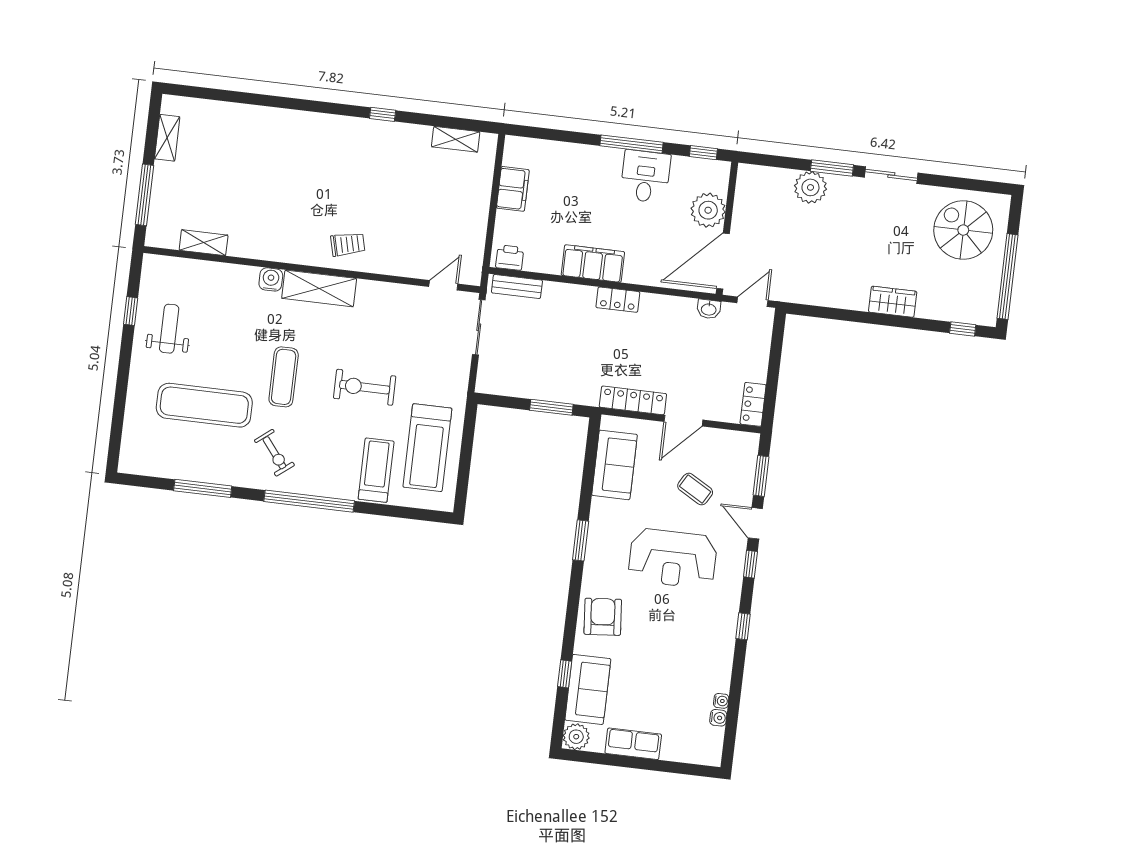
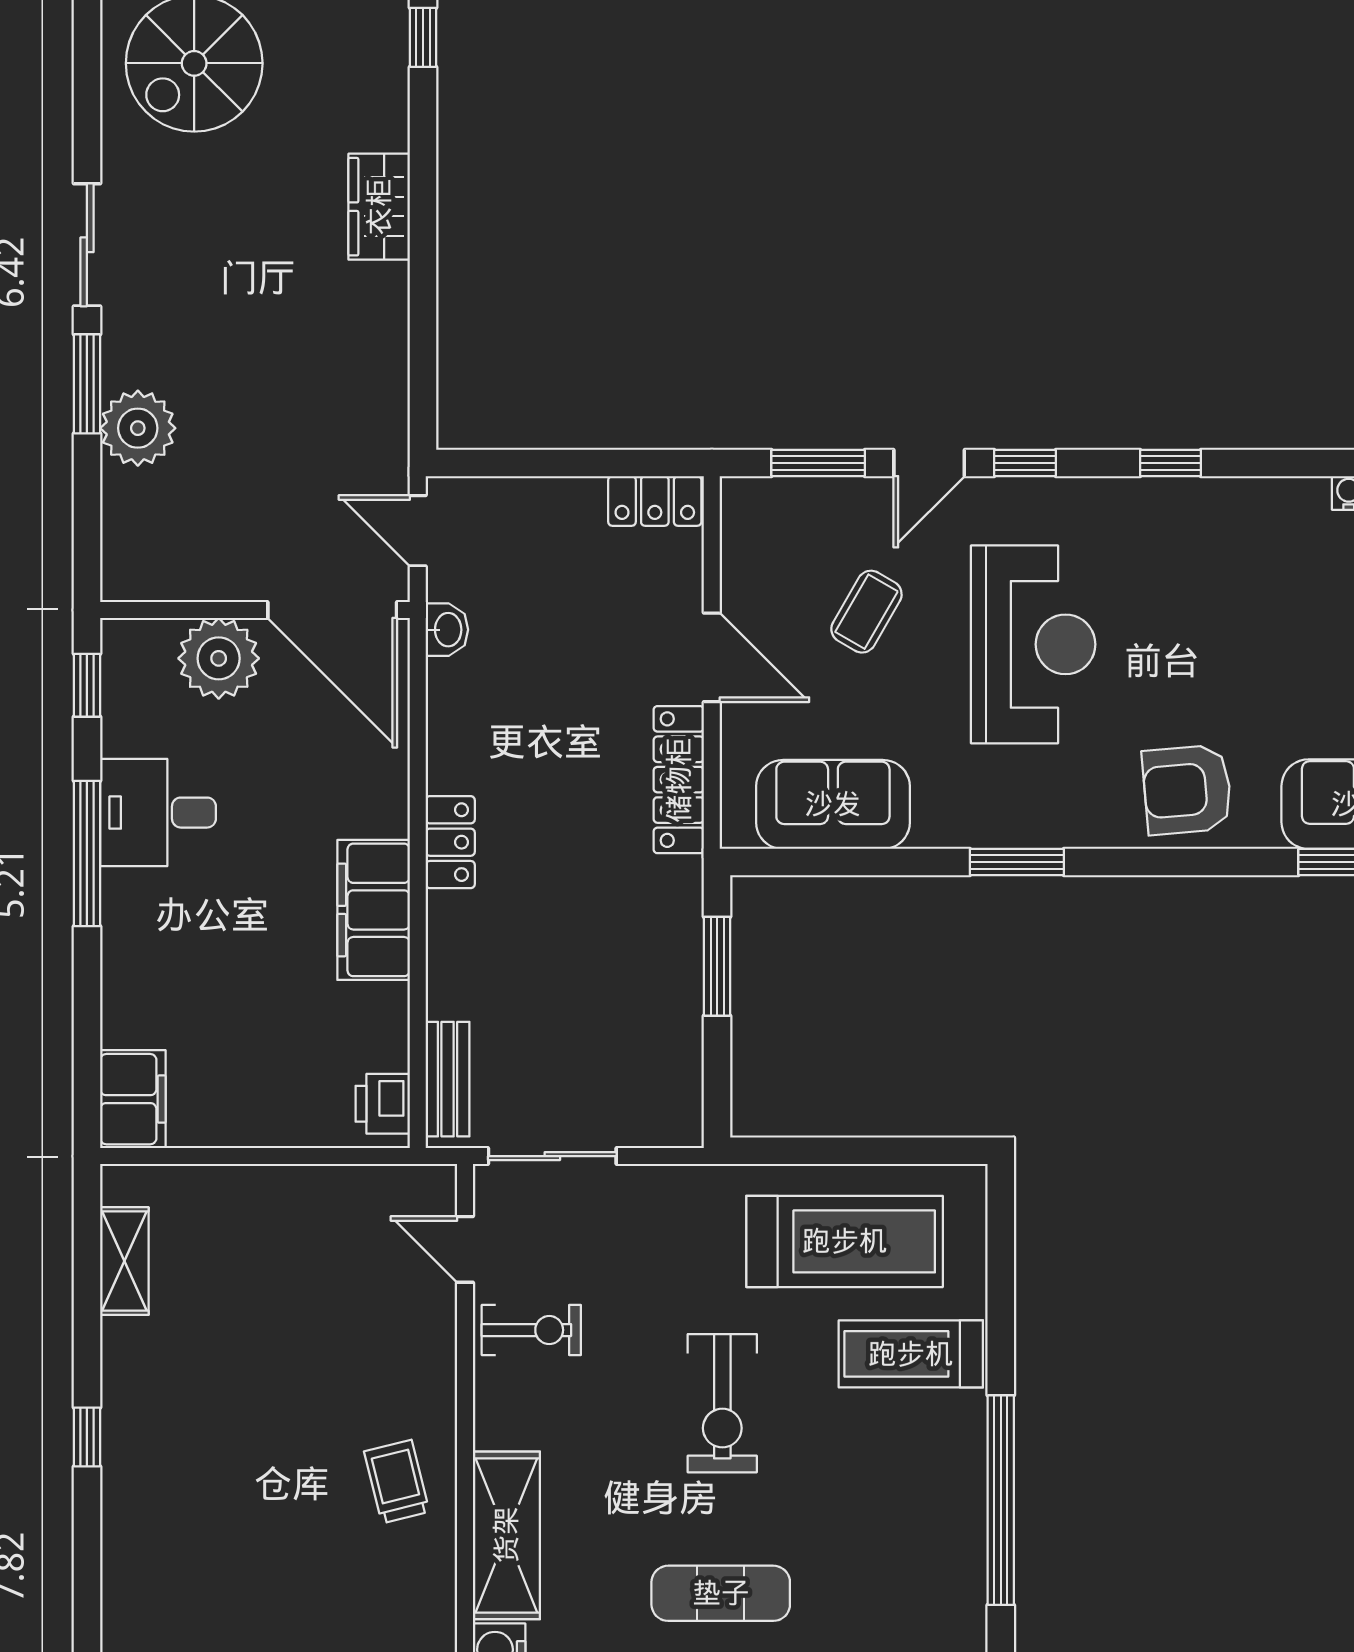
filing cabinet: (513, 189) -> (133, 1099), moved, turned 90
exercise bike: (274, 453) -> (531, 1330), moved, turned 38

